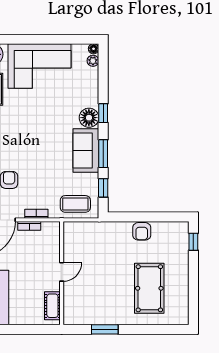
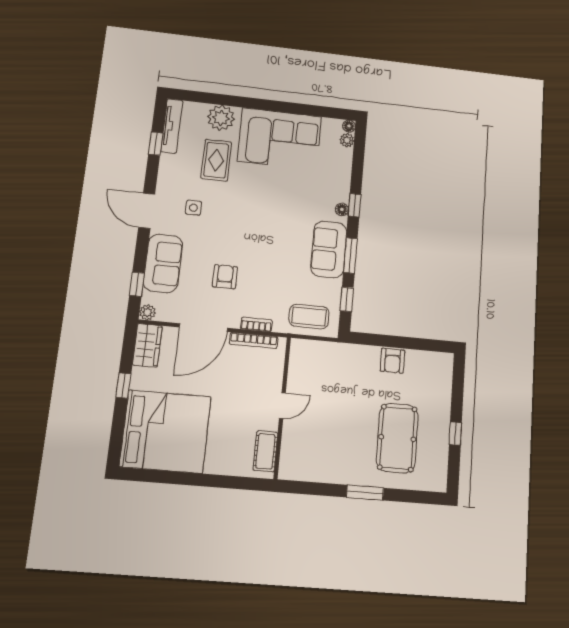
floor lamp: (89, 118) -> (342, 209), width x0.53, depth x0.53
bookcase: (29, 226) -> (254, 340), width x1.56
window: (193, 242) -> (455, 434), moved
window: (105, 329) -> (365, 493), moved

